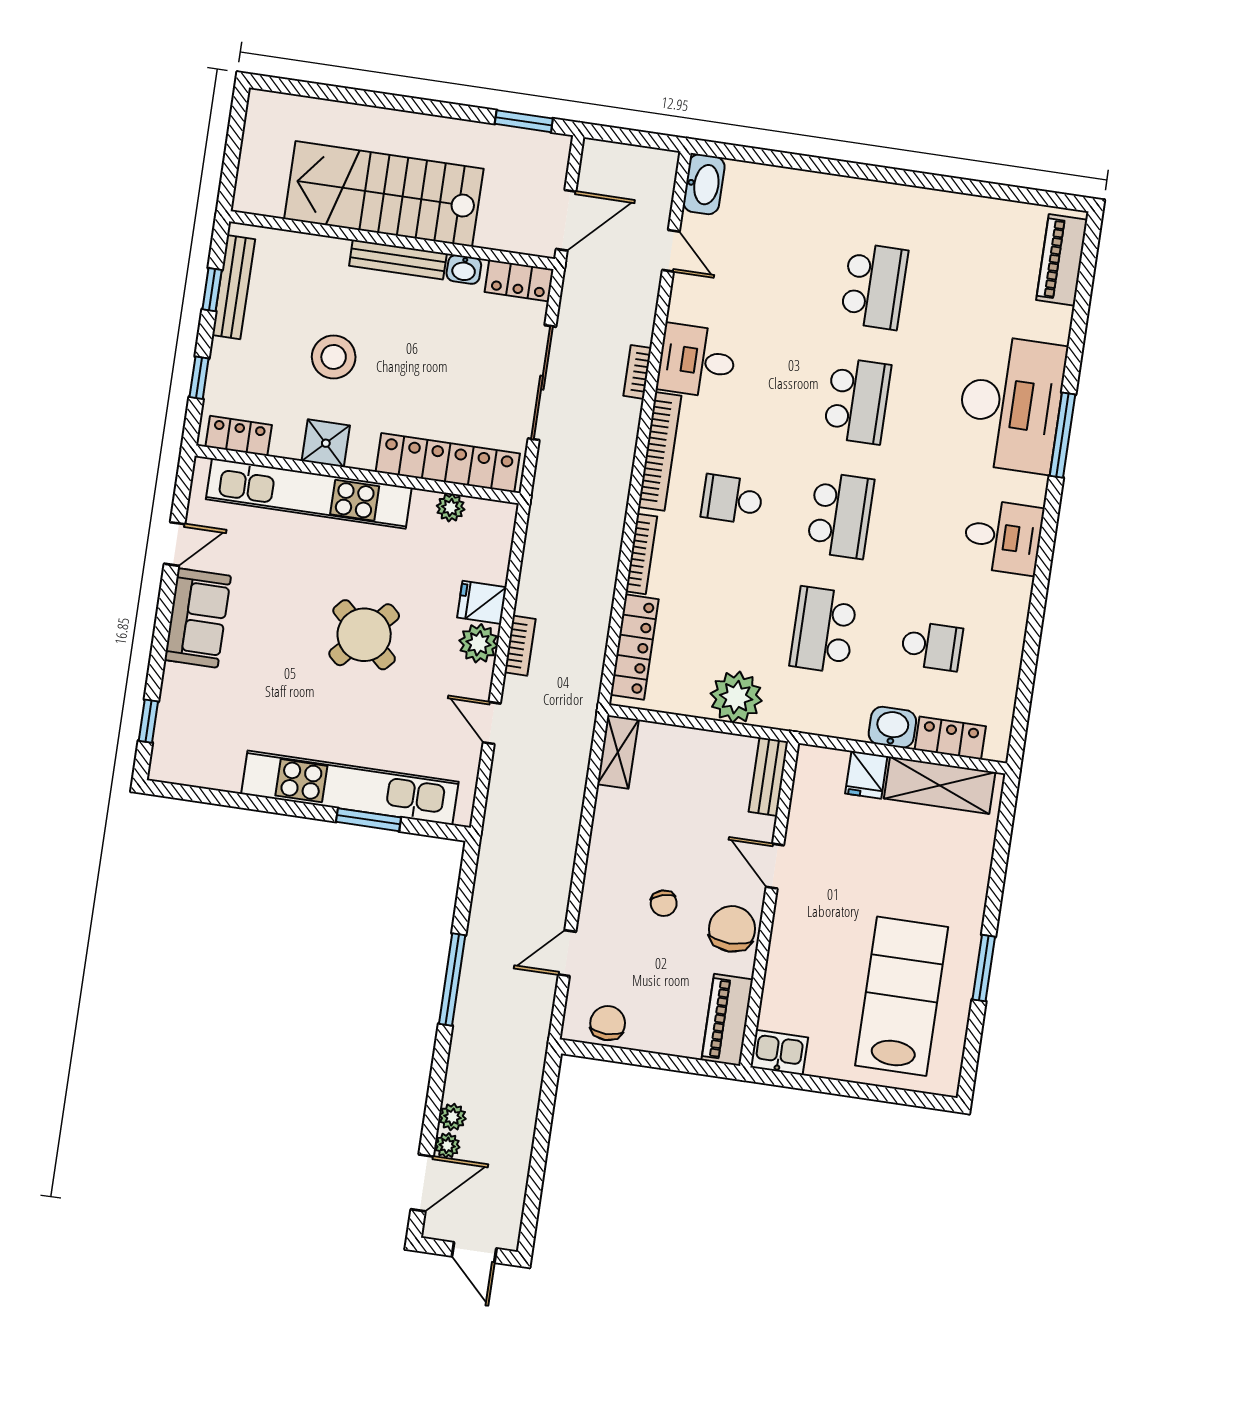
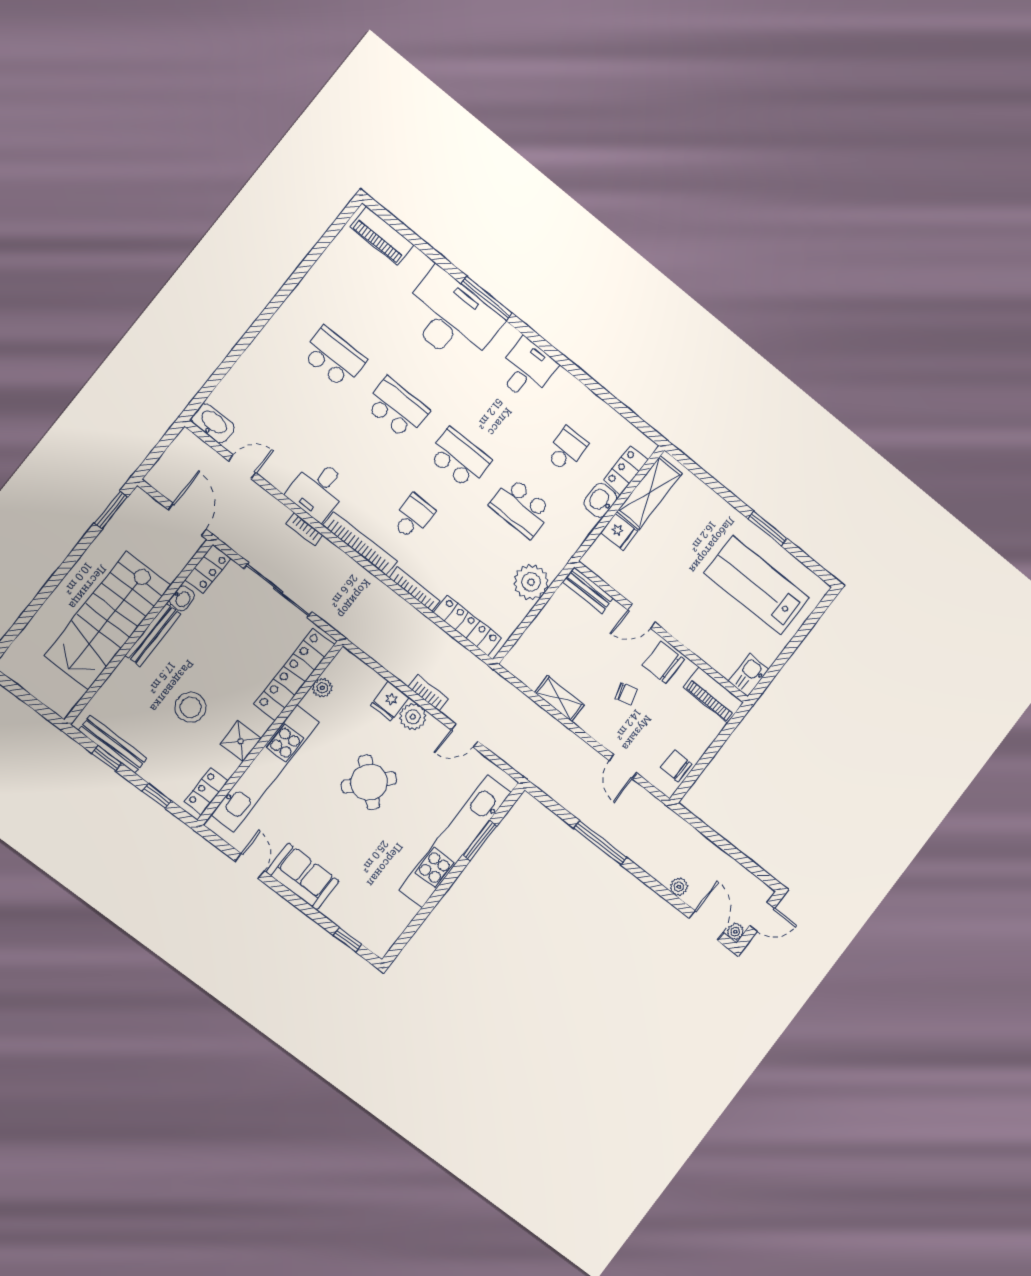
school desk: (732, 499) -> (413, 517), turned 180
shelving: (618, 752) -> (559, 699), moved
plant: (447, 1145) -> (735, 932), moved

